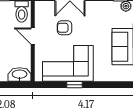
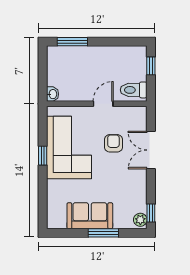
washbasin: (20, 75) -> (53, 94), width x0.52, depth x0.69

